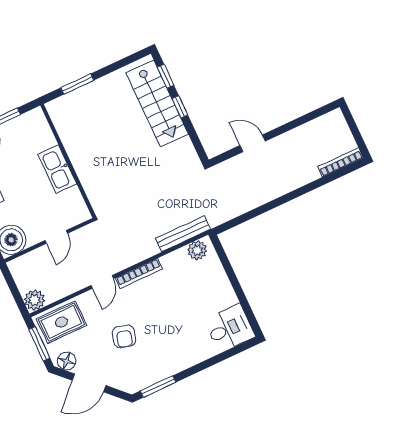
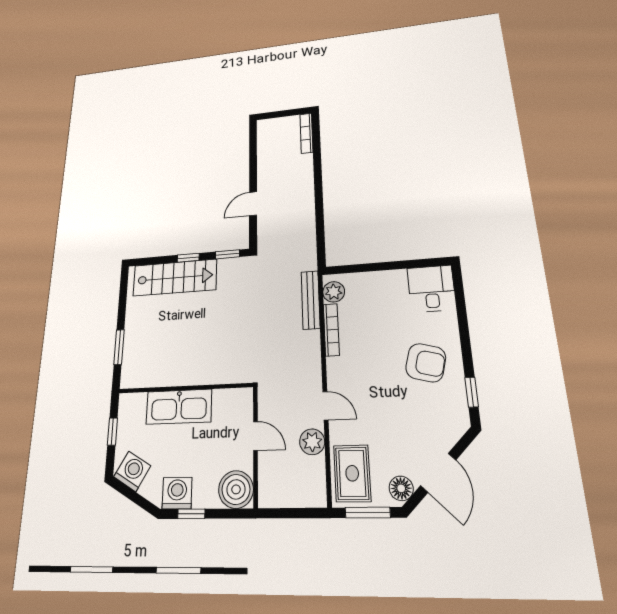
window: (166, 76) -> (227, 254), moved
kitchen sink: (57, 169) -> (179, 407), width x1.36, depth x1.24
bookcase: (139, 273) -> (331, 330), moved
plant: (34, 300) -> (312, 442), moved
armchair: (124, 336) -> (426, 363), moved, width x1.38, depth x1.38
window: (158, 387) -> (472, 392), width x0.67

